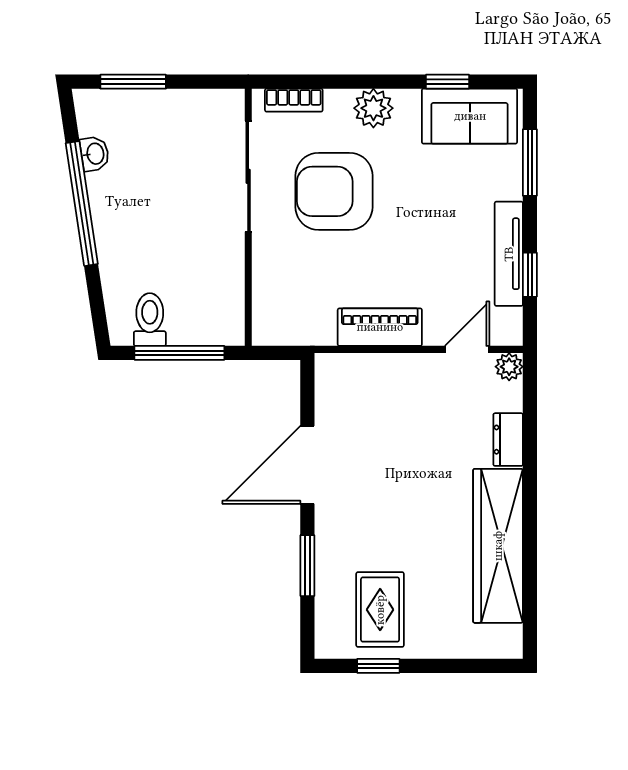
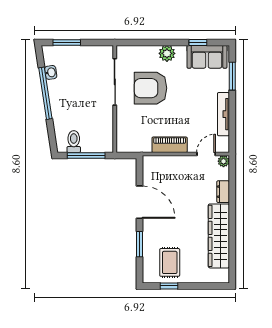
bookcase: (294, 100) -> (134, 50), removed
window: (530, 275) -> (232, 123), removed
door: (307, 465) -> (139, 202), swing flipped

